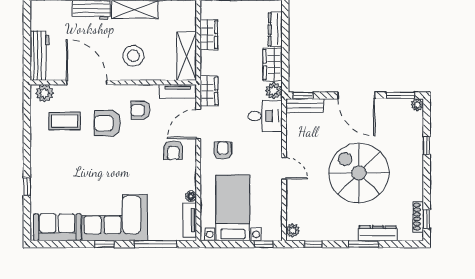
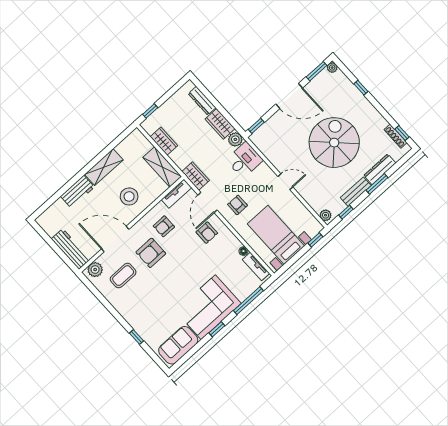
bench: (305, 106) -> (356, 192), moved
spiral stairs: (359, 173) -> (334, 143), turned 90

